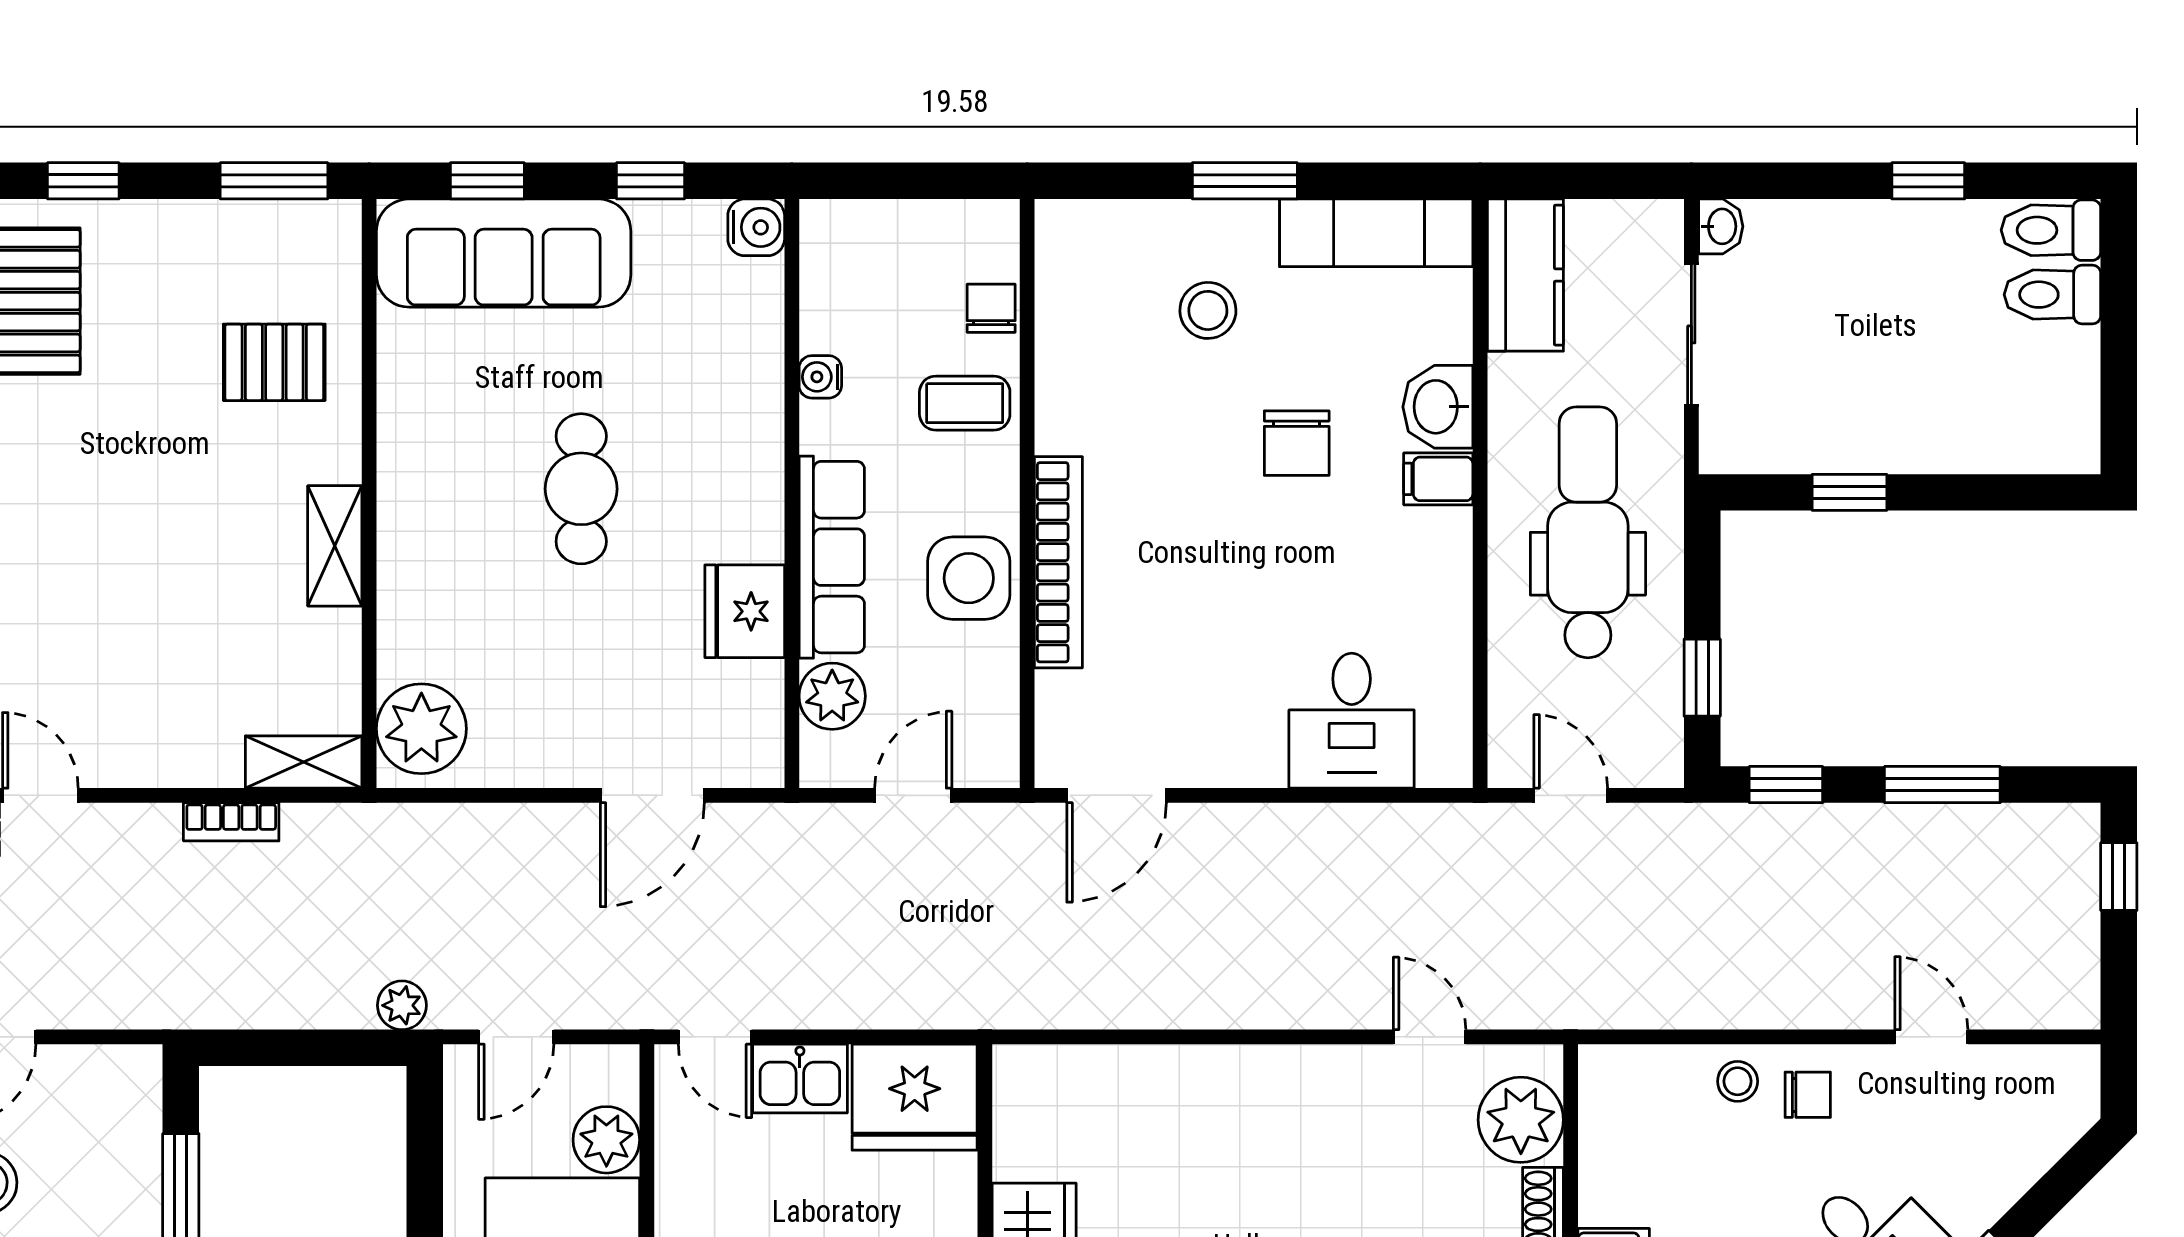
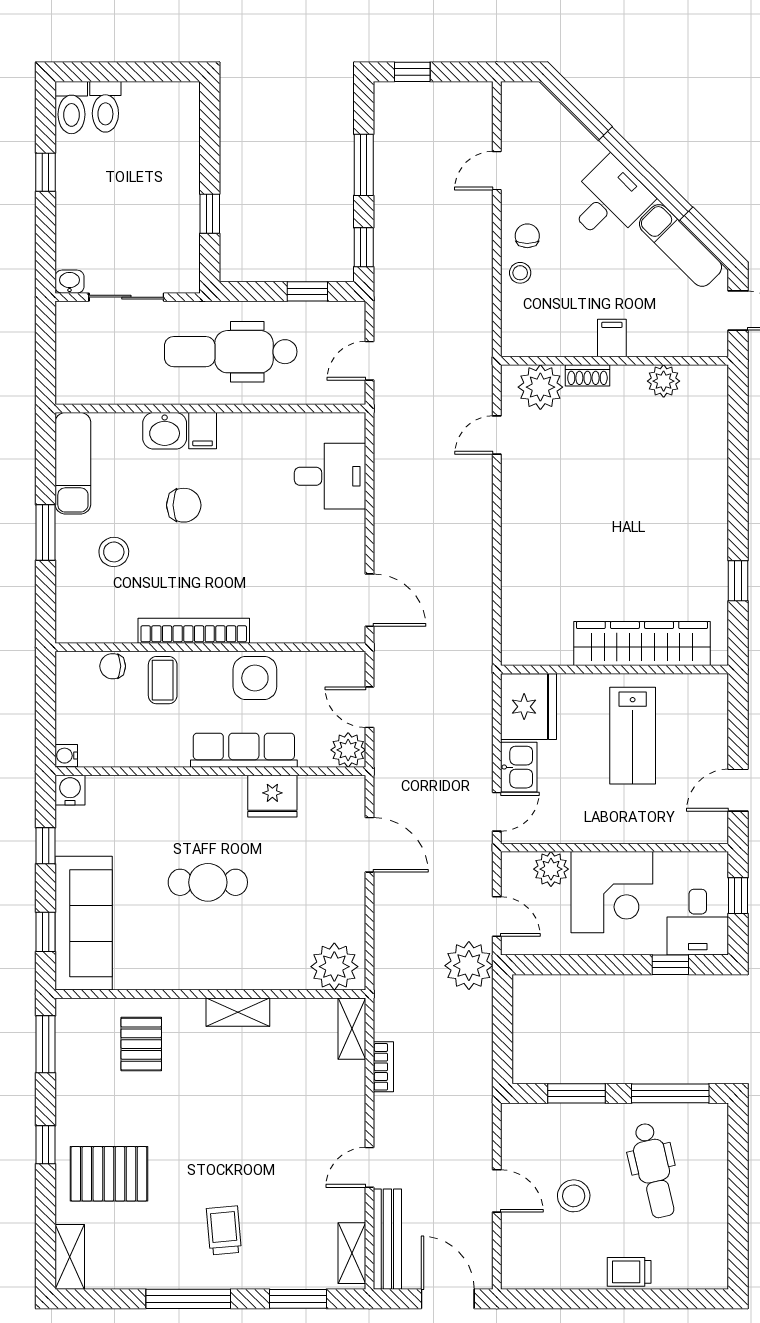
kitchen counter: (1525, 275) -> (95, 385), removed
water cooler: (820, 377) -> (66, 756), moved, turned 90
bookcase: (1058, 562) -> (194, 631), moved
plant: (832, 696) -> (348, 750), moved
plant: (402, 1005) -> (469, 966), width x1.88, depth x1.88

